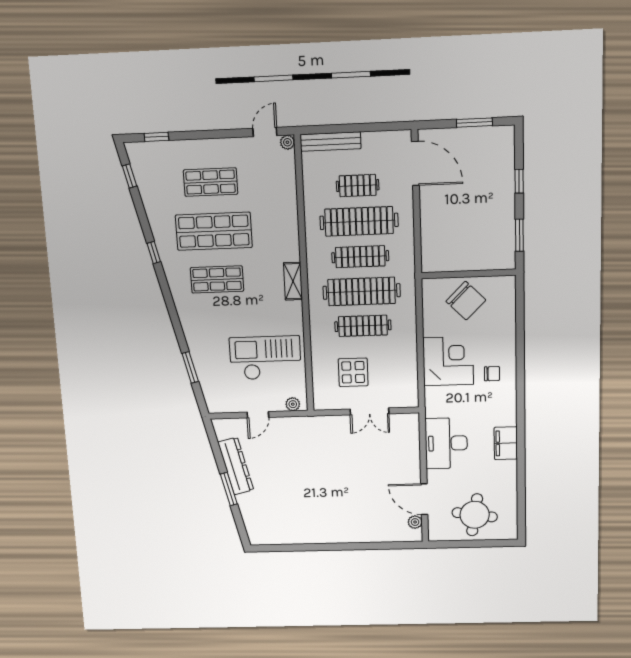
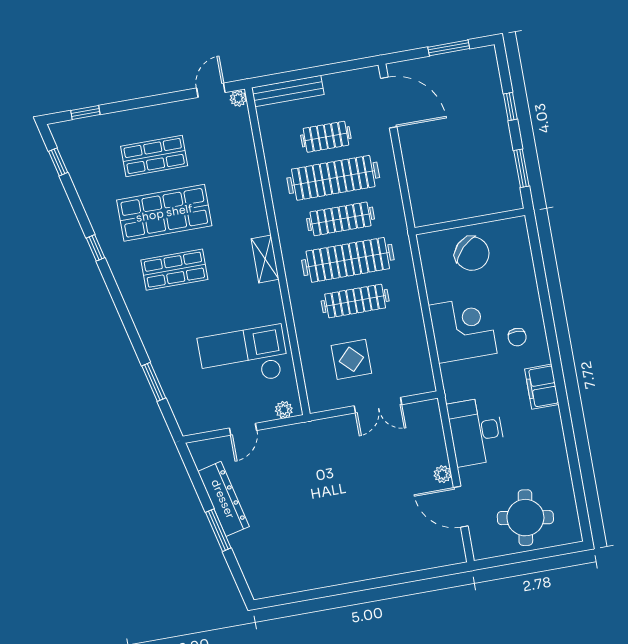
chair: (492, 374) -> (517, 337), turned 90
filing cabinet: (506, 443) -> (542, 387), moved
plant: (415, 522) -> (443, 474), moved

